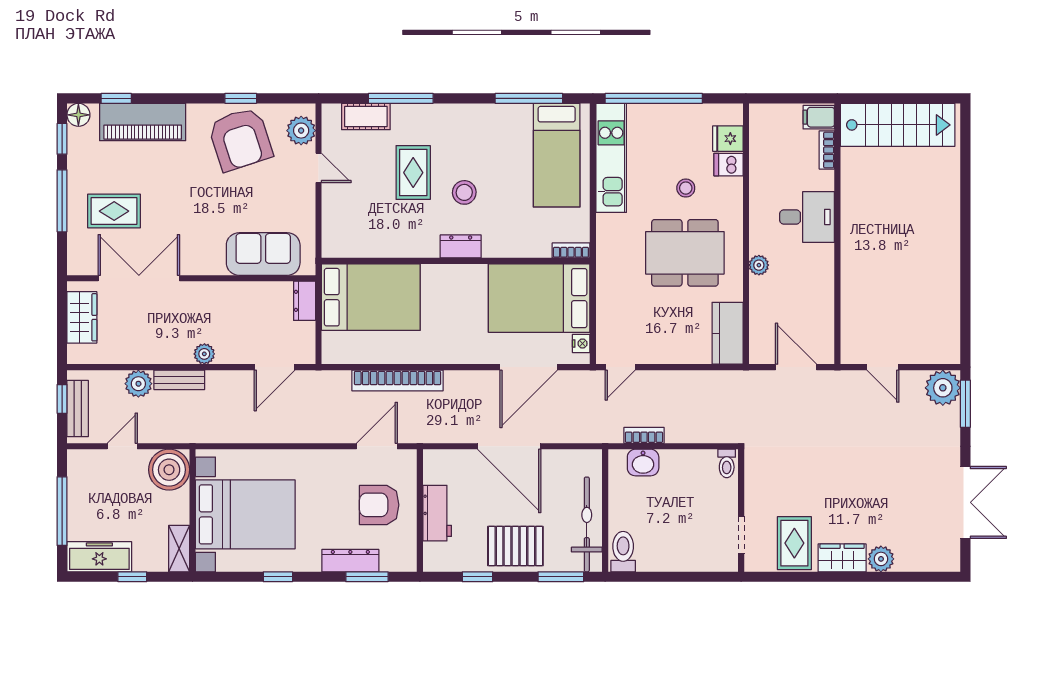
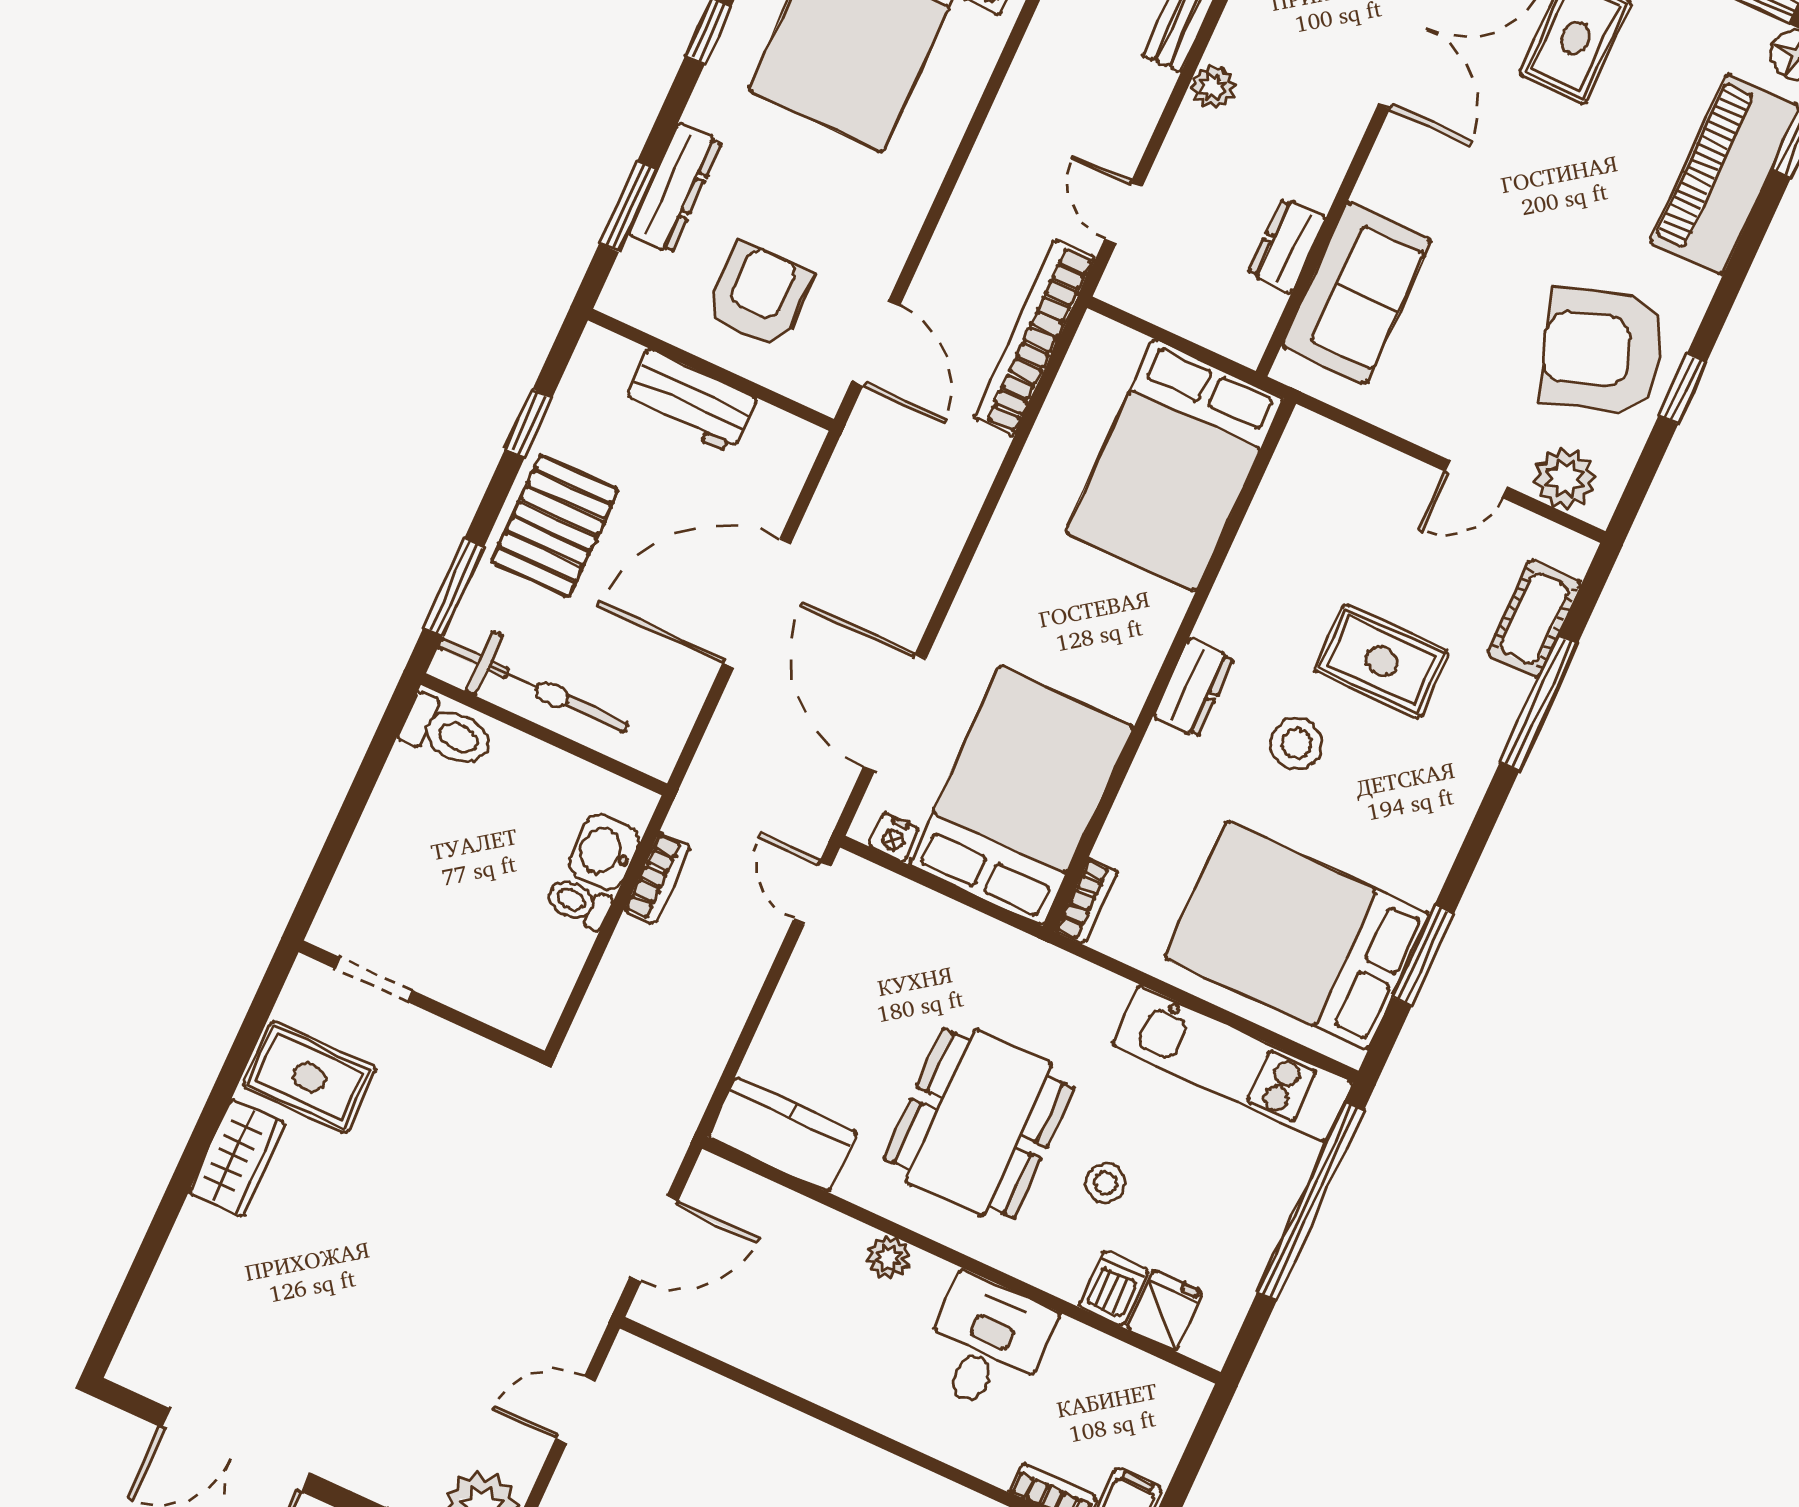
window: (529, 98) -> (1423, 955), width x0.69
bed: (557, 155) -> (1297, 936), width x1.50
desk: (807, 217) -> (987, 1344), moved, turned 180
dresser: (305, 301) -> (1287, 246), moved, turned -90
door: (274, 367) -> (1124, 213), width x0.73
bookcase: (398, 381) -> (1035, 338), moved
toilet: (727, 463) -> (579, 903), moved
plant: (881, 559) -> (200, 1233), removed

